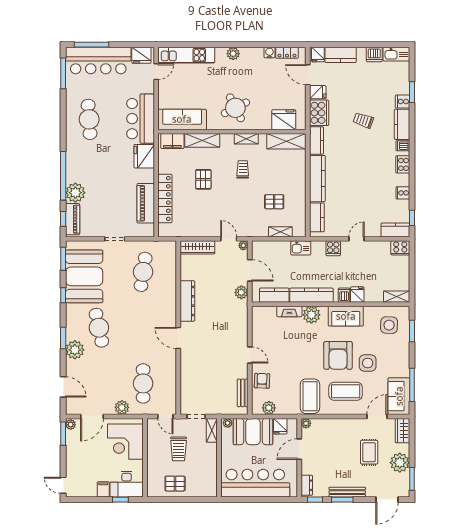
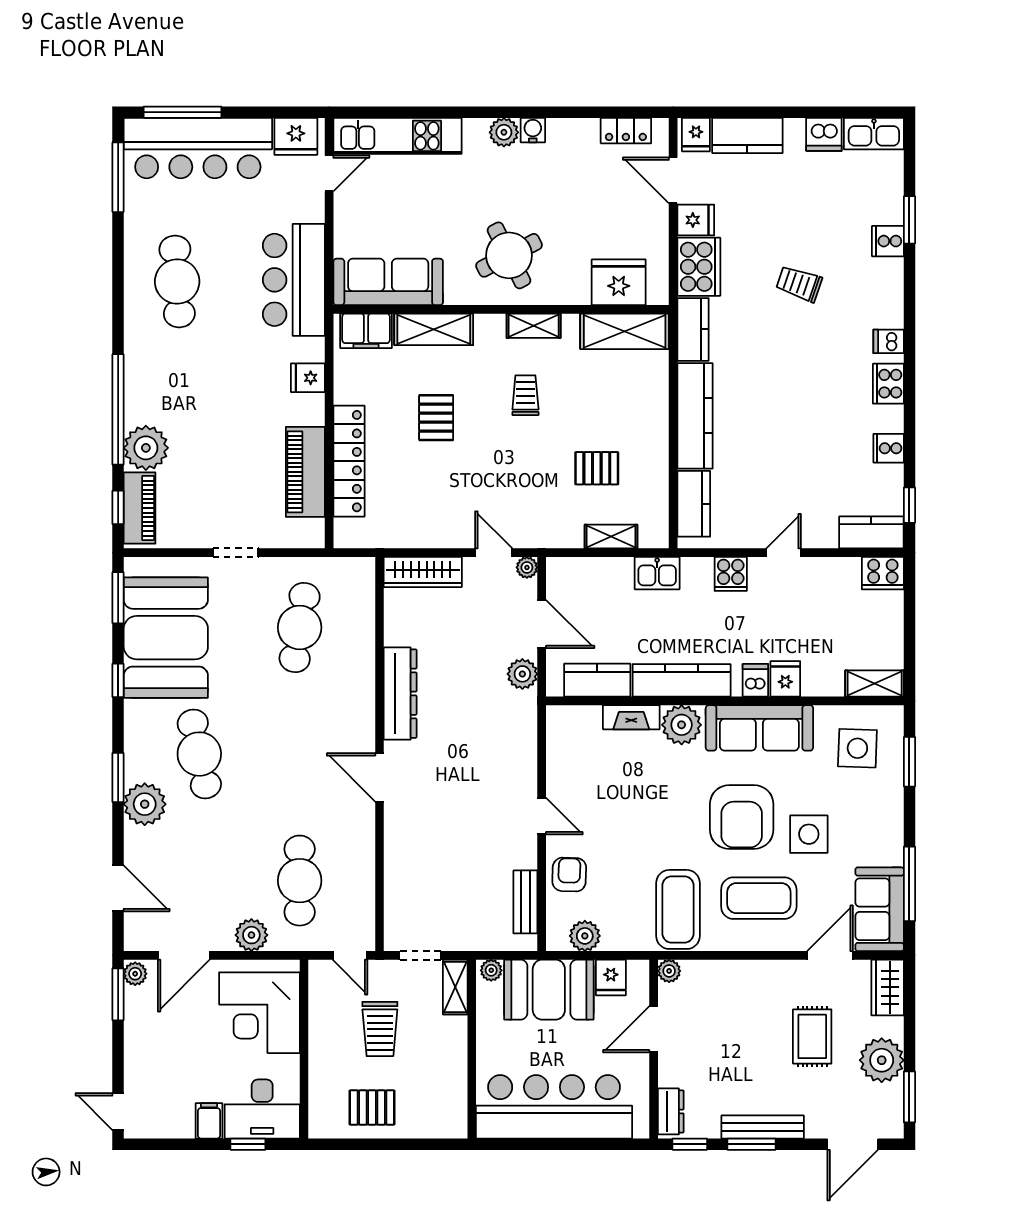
water cooler: (269, 53) -> (533, 130), moved
kitchen counter: (402, 124) -> (887, 293), removed
fridge: (144, 156) -> (308, 378), width x0.53, depth x0.75
sofa: (346, 316) -> (759, 728), width x1.36

